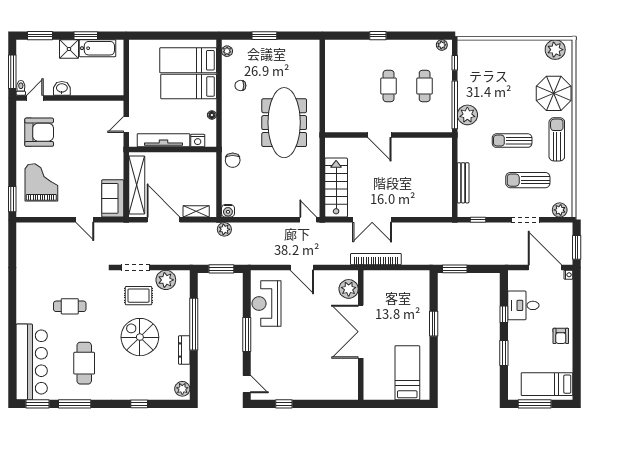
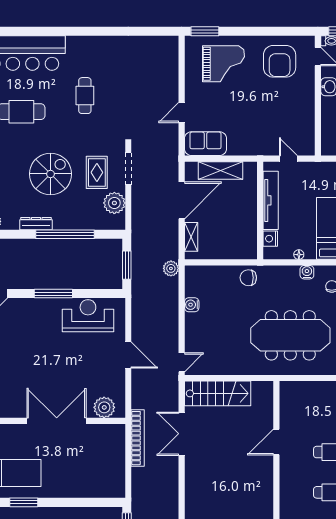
water cooler: (228, 108) -> (307, 272), added
shelving: (137, 185) -> (221, 171), width x0.68
water cooler: (228, 211) -> (192, 305), moved
door: (302, 268) -> (128, 355), swing flipped
window: (434, 324) -> (24, 502), moved

